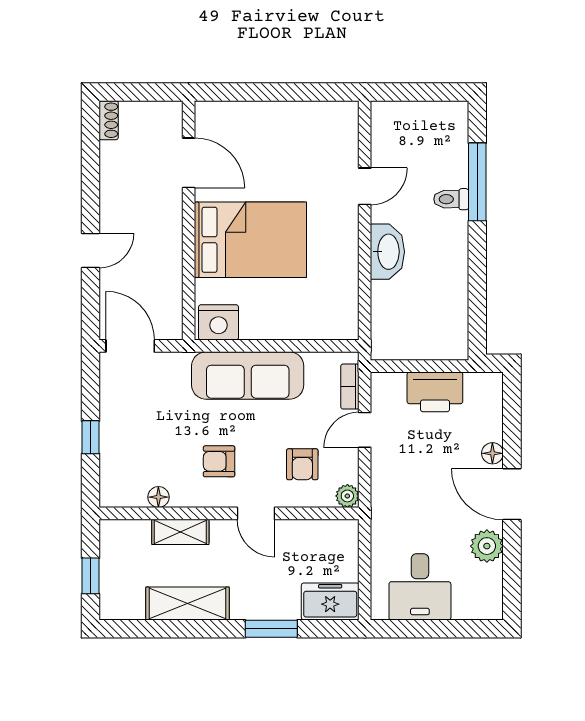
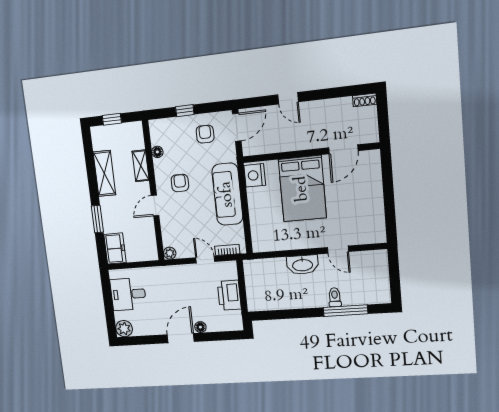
armchair: (302, 464) -> (205, 134), moved, turned 90
plant: (487, 546) -> (124, 329), moved

